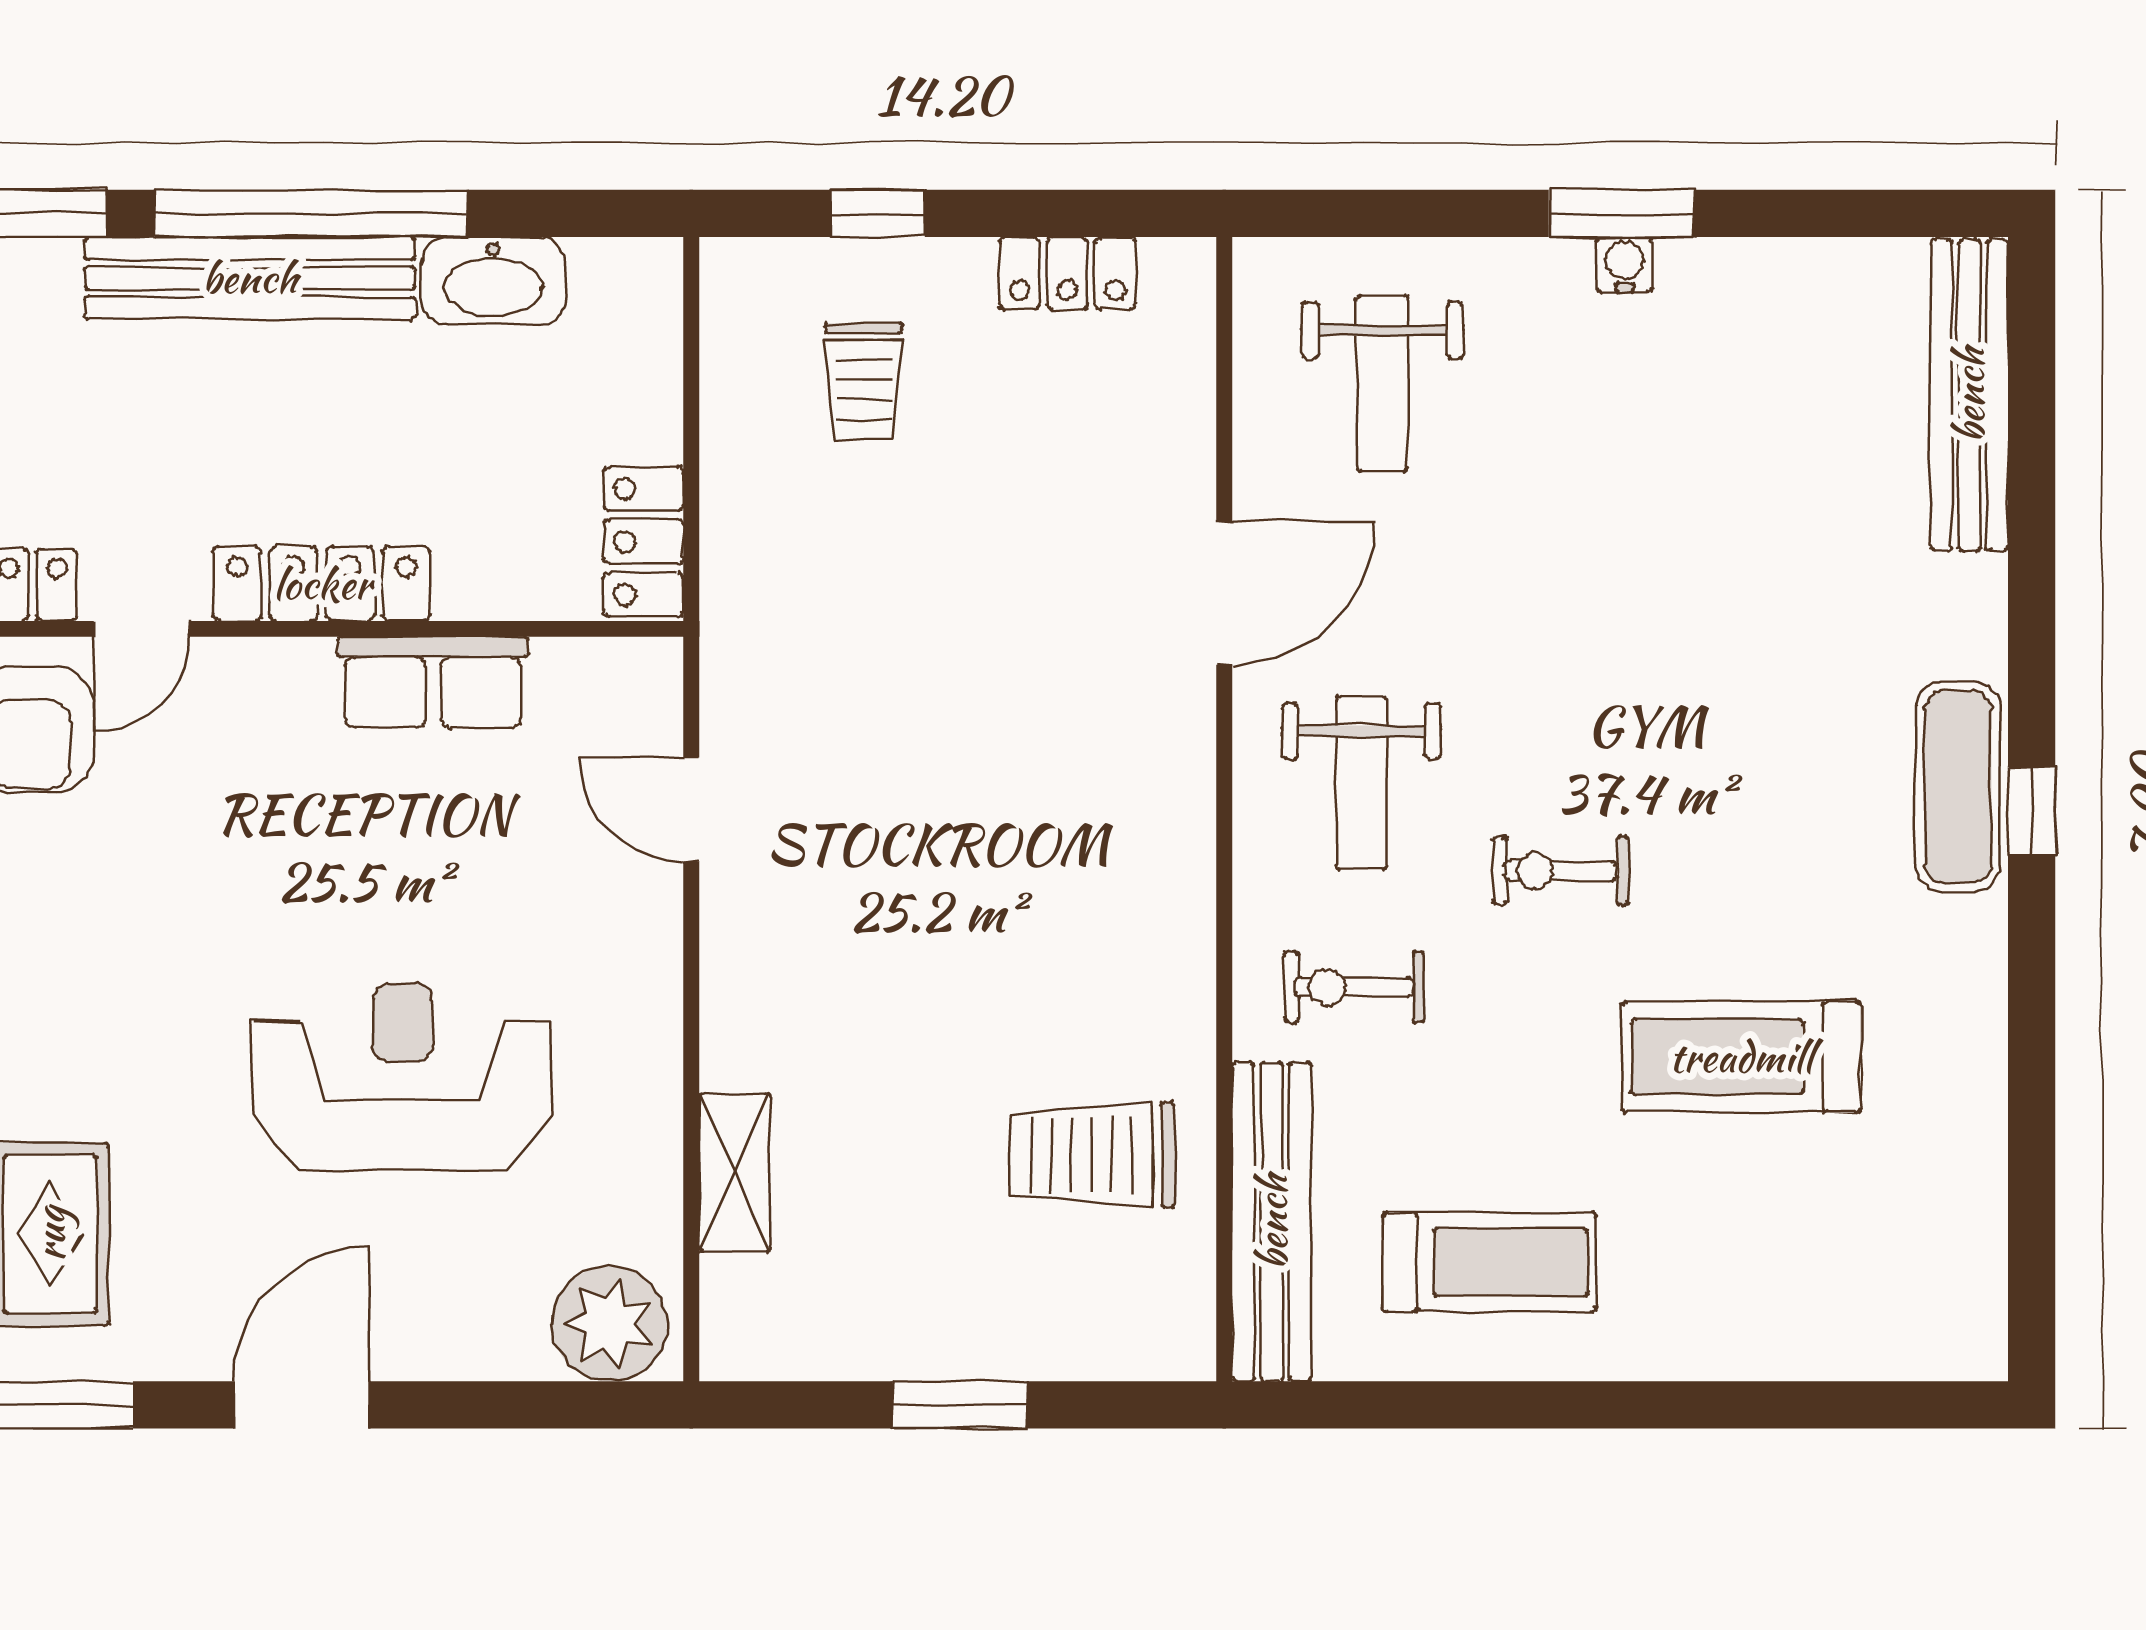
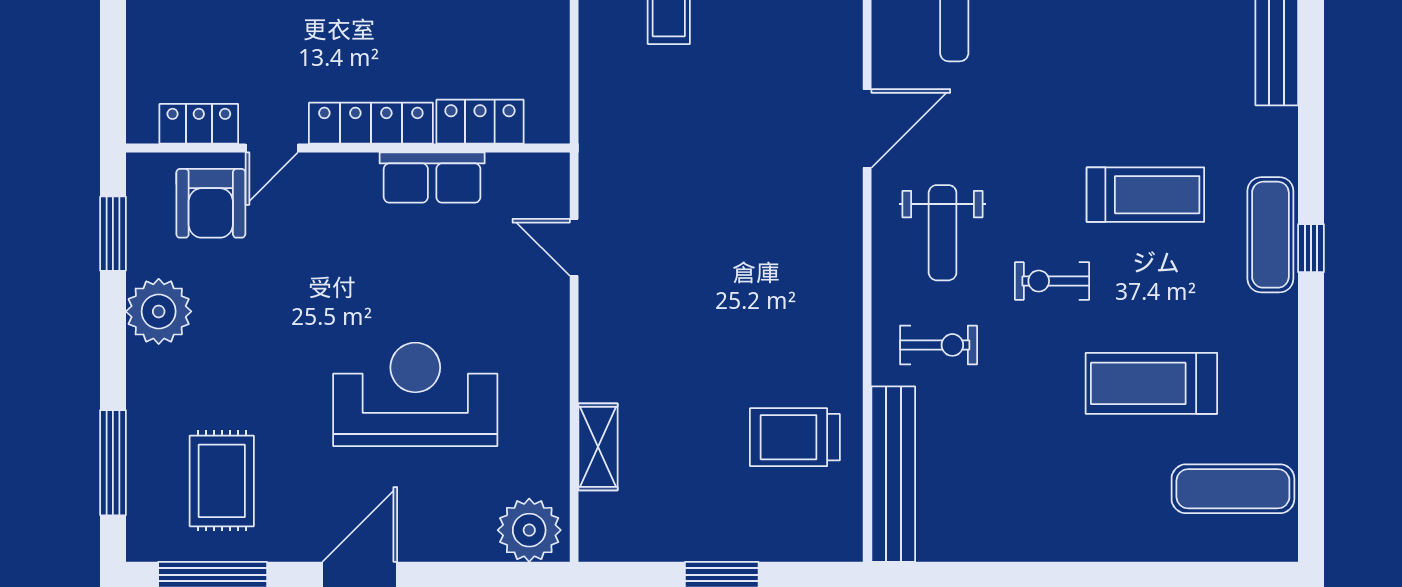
locker: (643, 542) -> (480, 122), moved, turned 90
exercise bike: (1354, 987) -> (939, 345), turned 180
exercise mat: (1890, 1249) -> (1233, 489), added
treadmill: (1490, 1262) -> (1145, 195), moved

